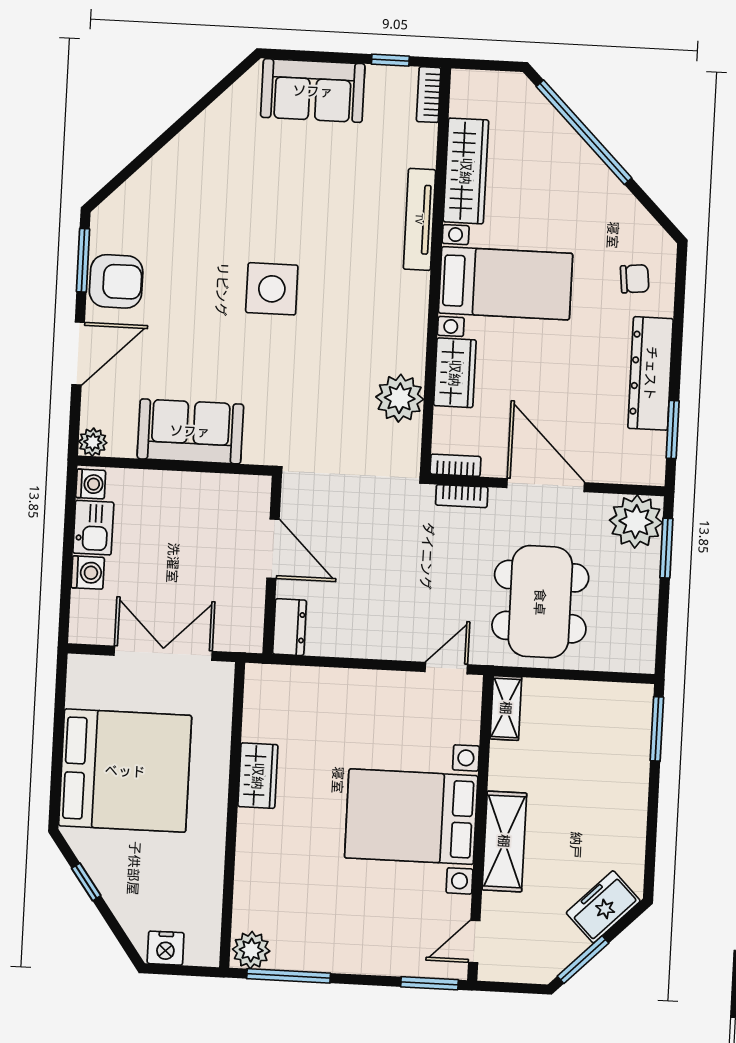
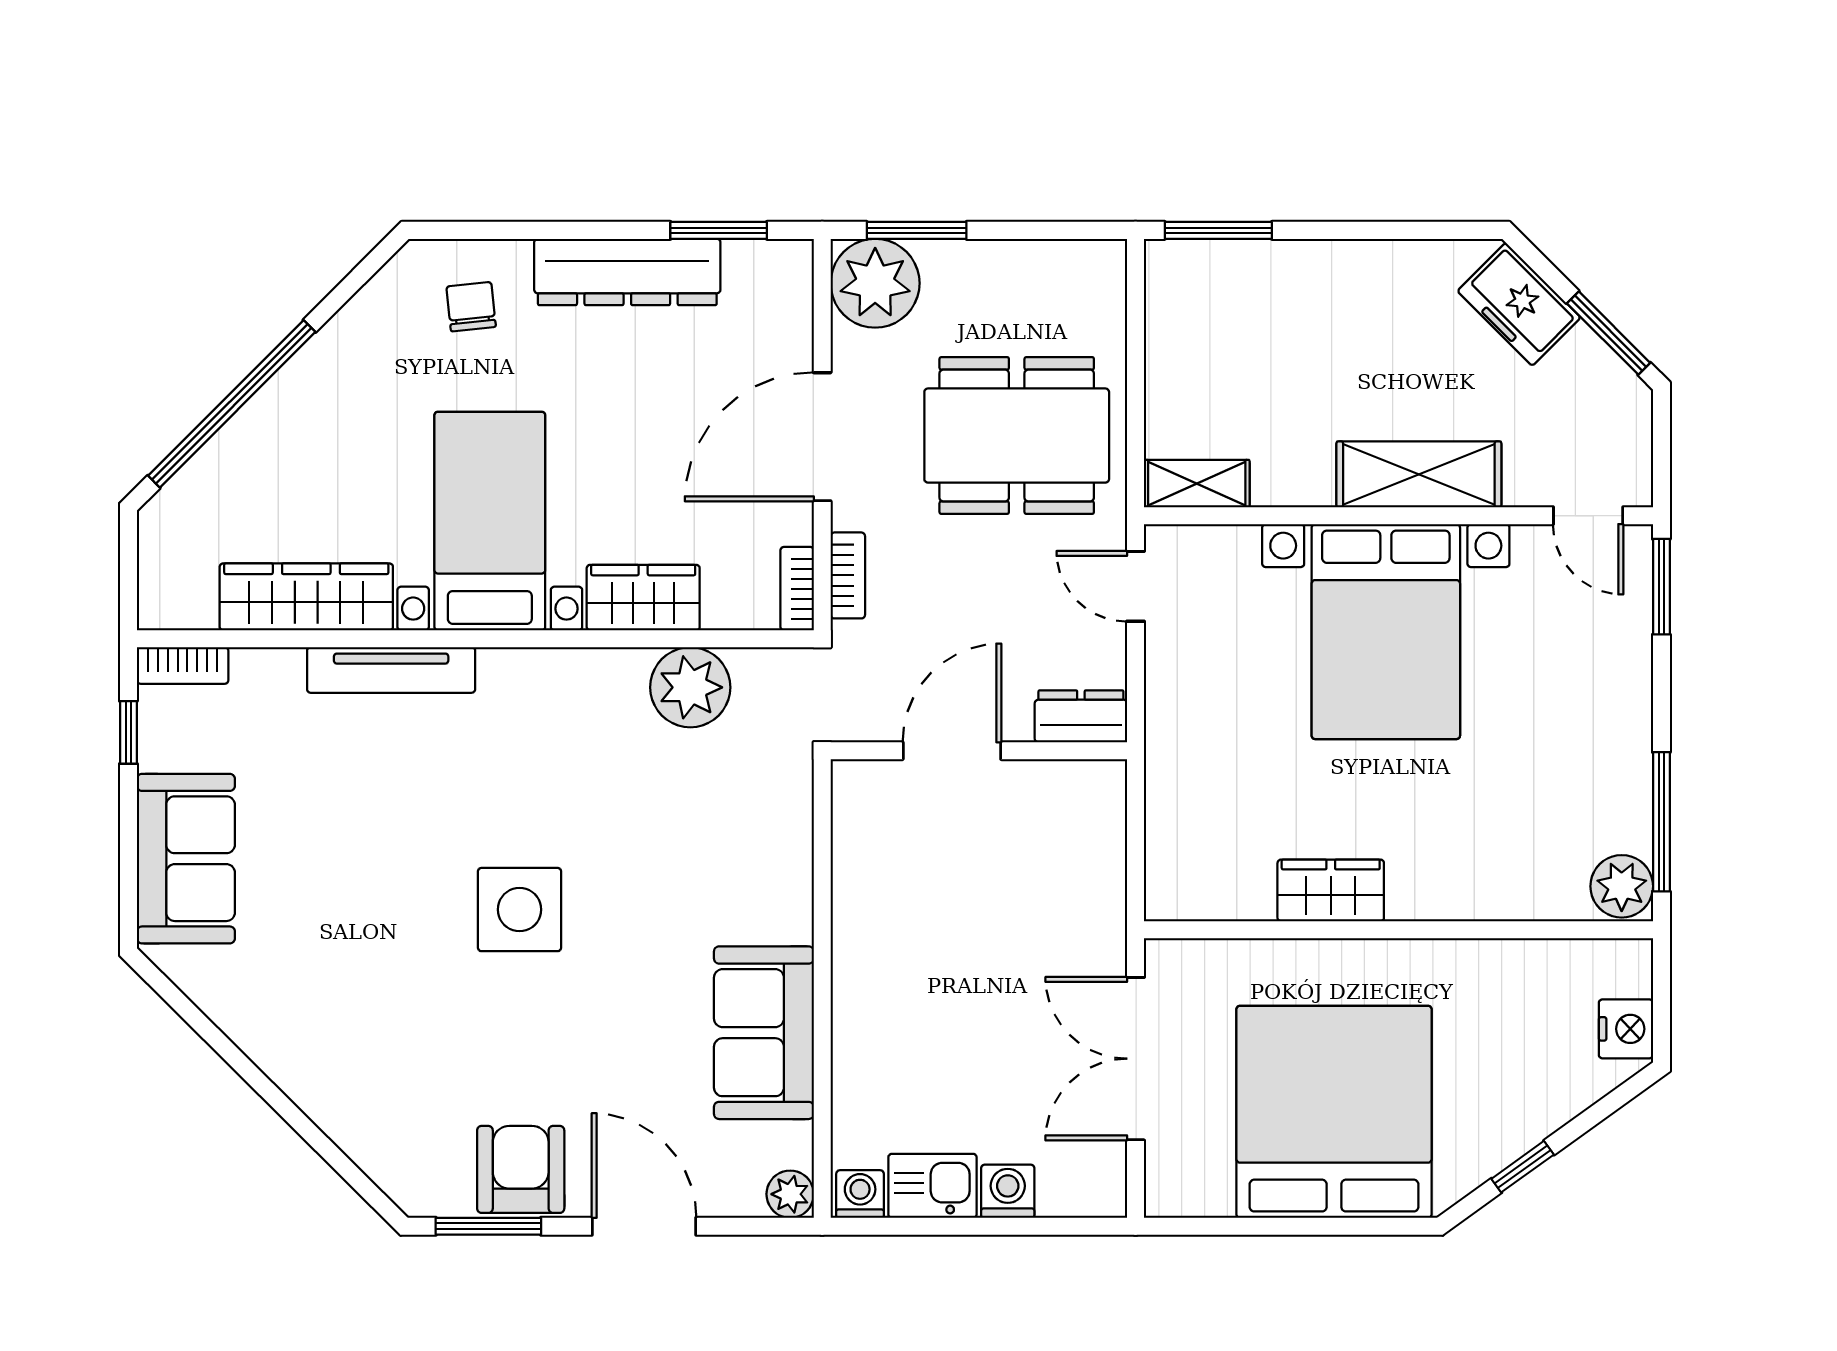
door: (273, 549) -> (952, 751), moved
wall: (272, 565) -> (979, 751), moved
dresser: (290, 627) -> (1081, 716), moved

